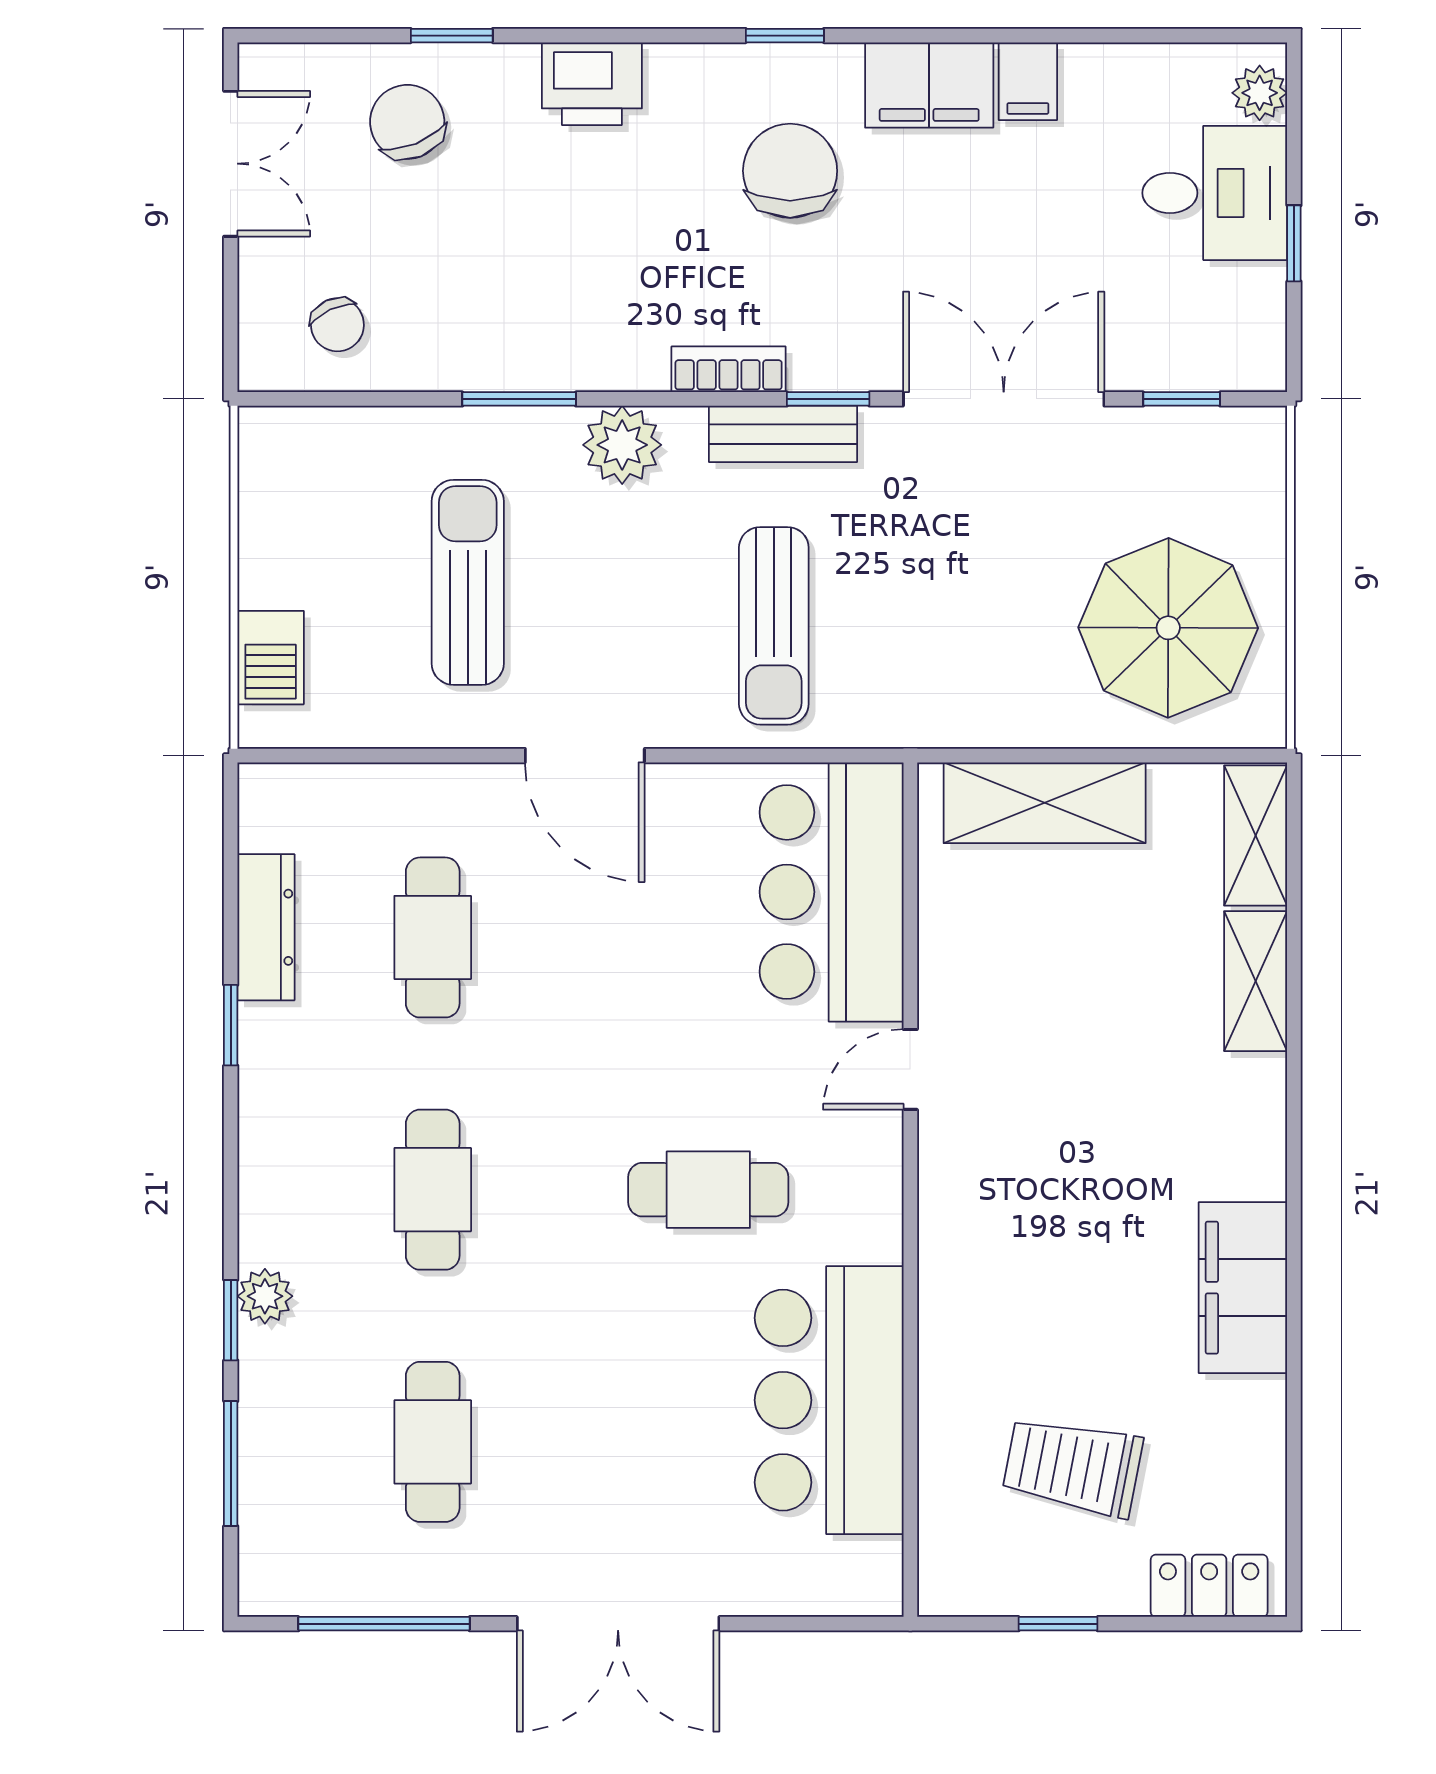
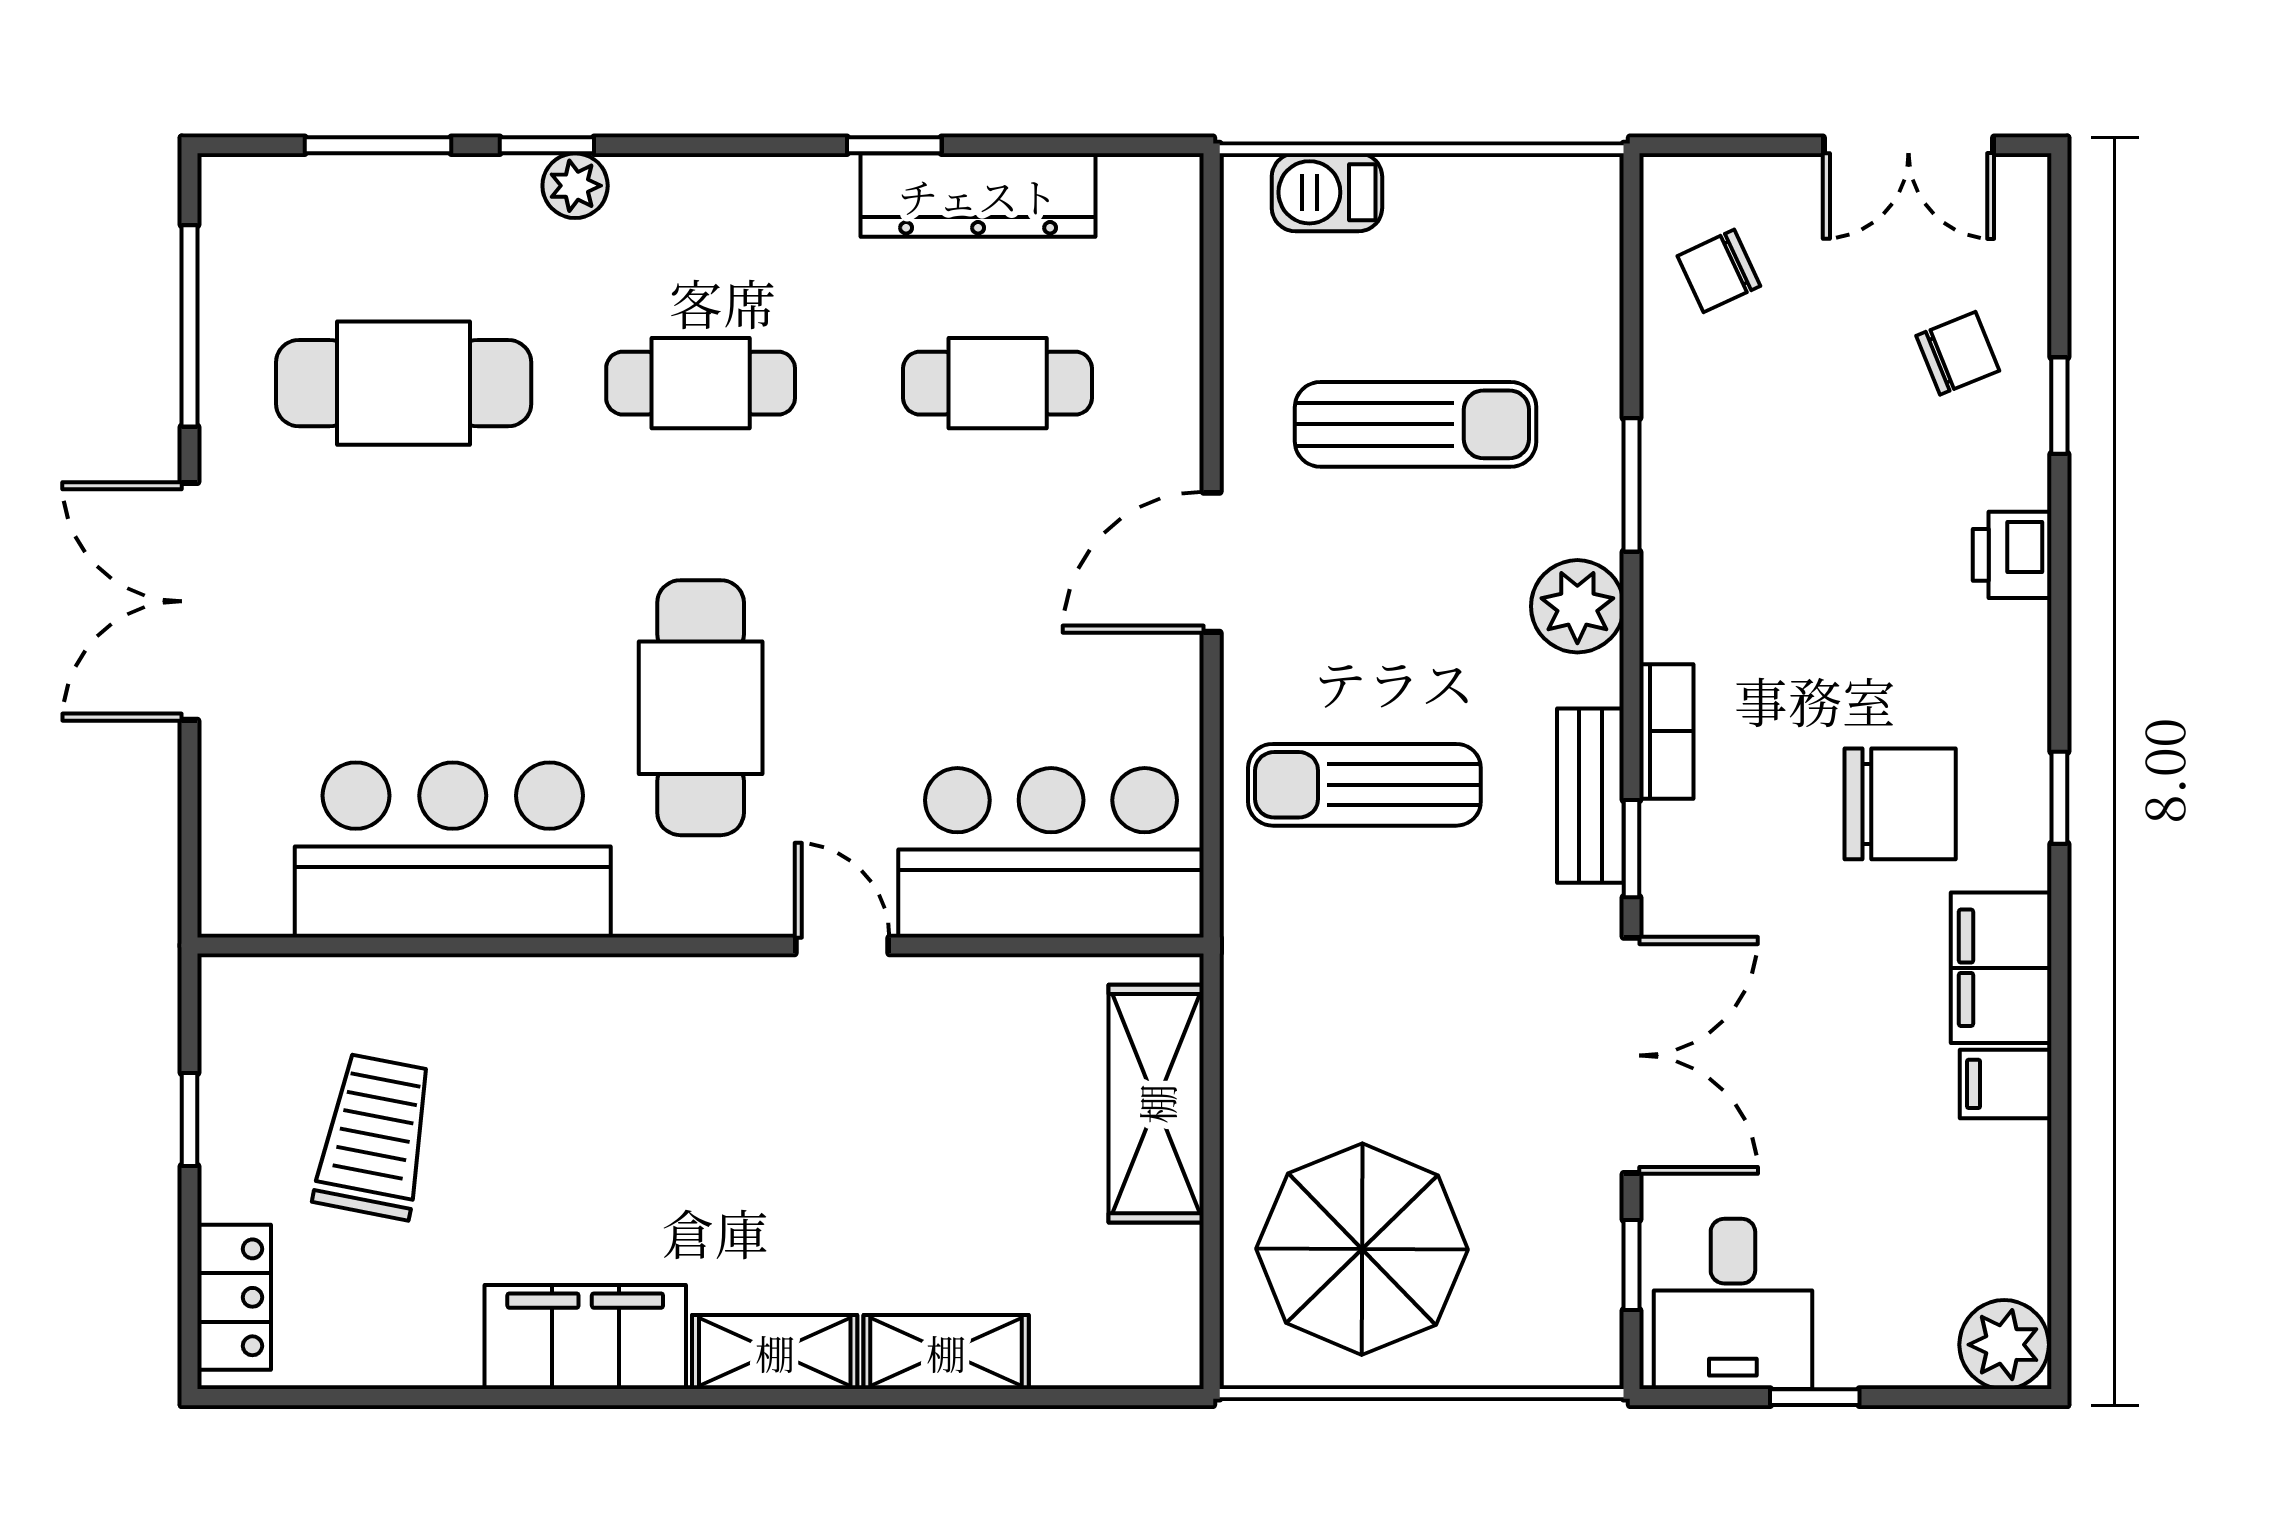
printer: (592, 84) -> (2012, 555), width x0.73, depth x0.81
plant: (1260, 93) -> (2004, 1345), width x1.38, depth x1.38
chair: (407, 122) -> (1958, 353), width x0.73, depth x0.73
desk: (1215, 193) -> (1733, 1304), moved
shelving: (1256, 836) -> (775, 1352), moved
dresser: (266, 927) -> (978, 195), width x1.37, depth x1.24
cafe table: (708, 1190) -> (701, 708), width x1.37, depth x1.35
cafe table: (433, 1442) -> (404, 383), width x1.37, depth x1.35

